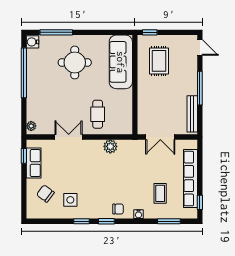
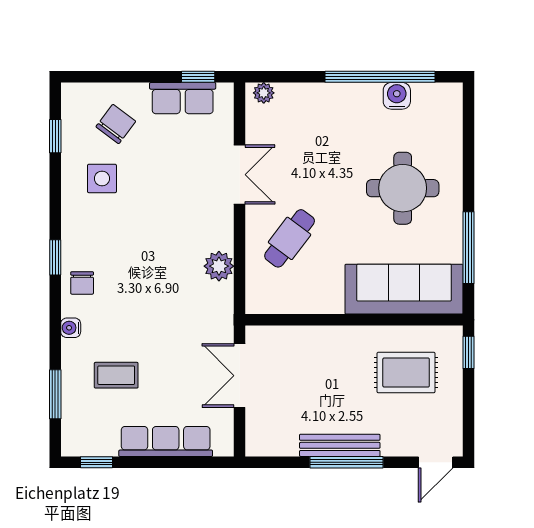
window: (56, 32) -> (469, 248), moved
water cooler: (33, 42) -> (397, 96), moved
cafe table: (98, 114) -> (290, 238), turned -53
bench: (192, 114) -> (340, 445), moved
row of seats: (190, 179) -> (166, 441), width x0.73
window: (82, 221) -> (55, 136), moved

